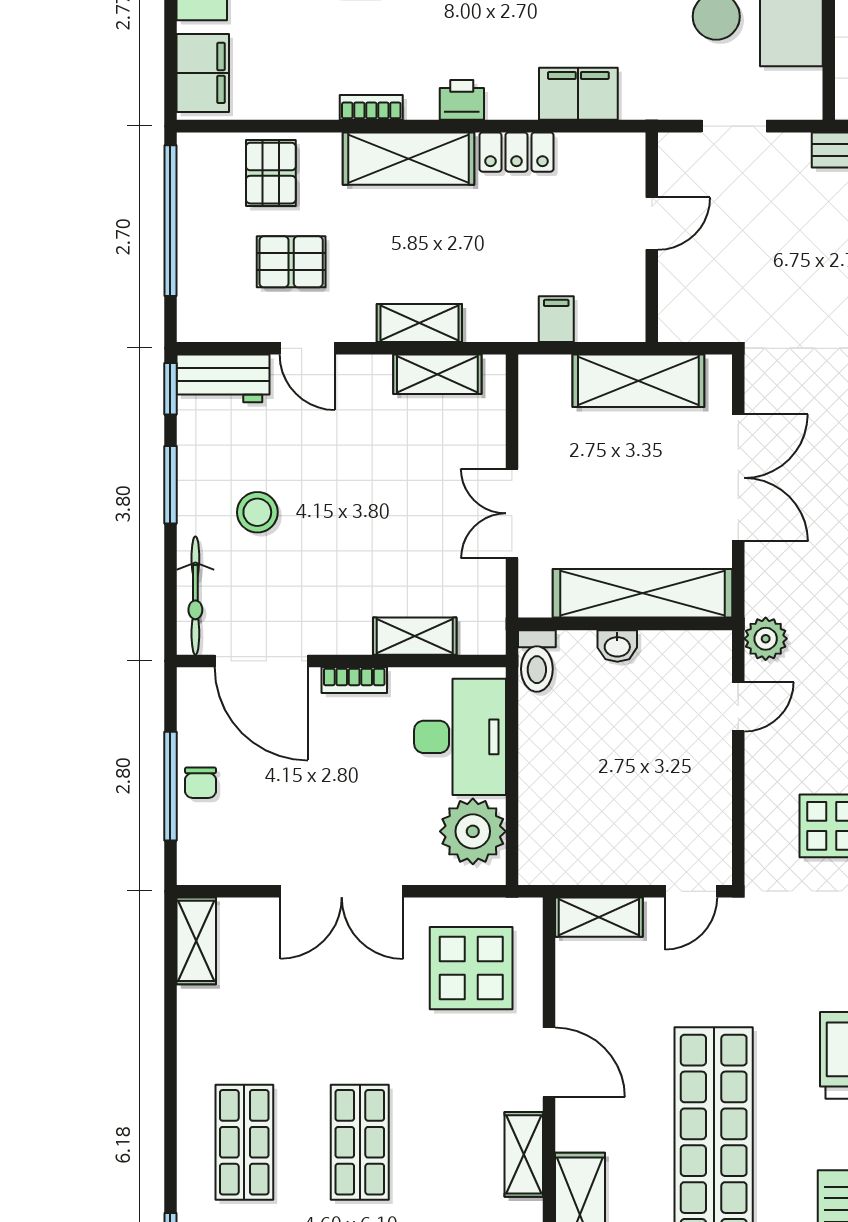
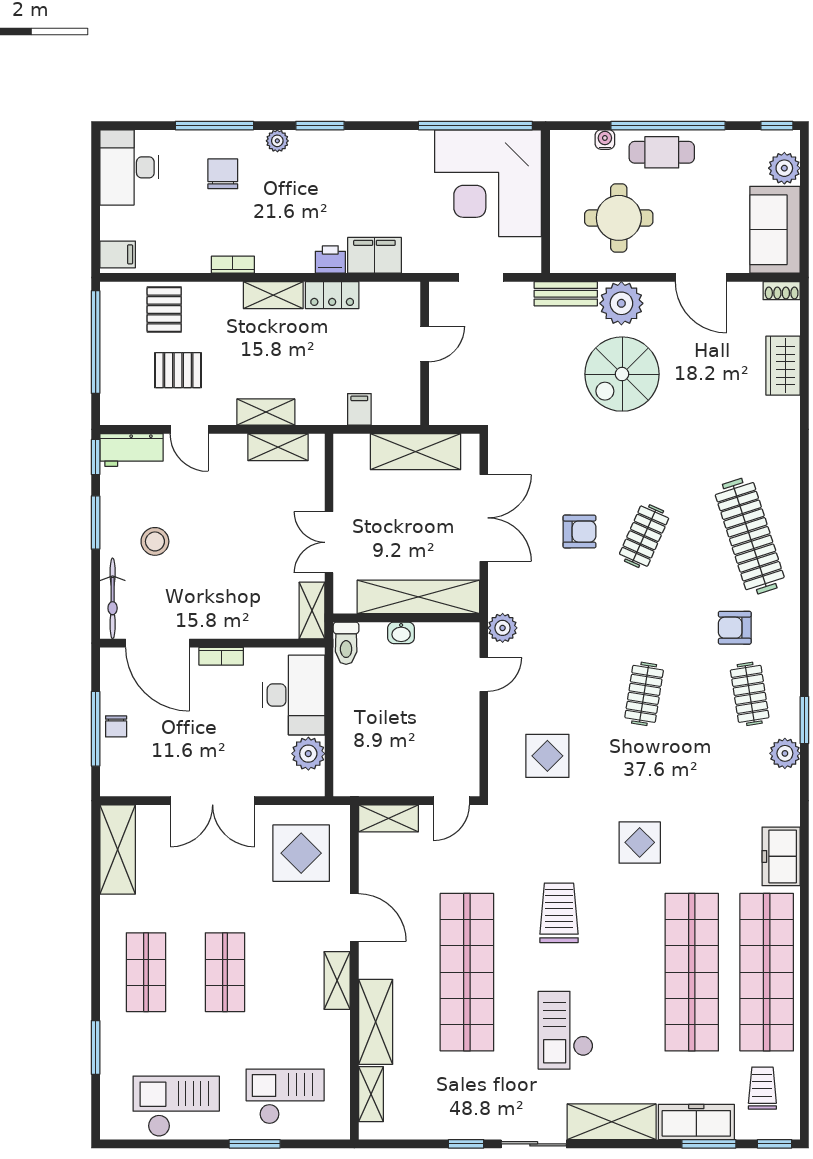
filing cabinet: (203, 73) -> (118, 254), width x0.50
printer: (462, 100) -> (330, 260), moved
shelving: (409, 159) -> (273, 295), width x0.67, depth x0.75
shelving: (415, 636) -> (312, 610), moved, turned 90
plant: (473, 831) -> (308, 754), width x0.73, depth x0.73
shelving: (196, 941) -> (118, 849), width x1.50, depth x1.33

